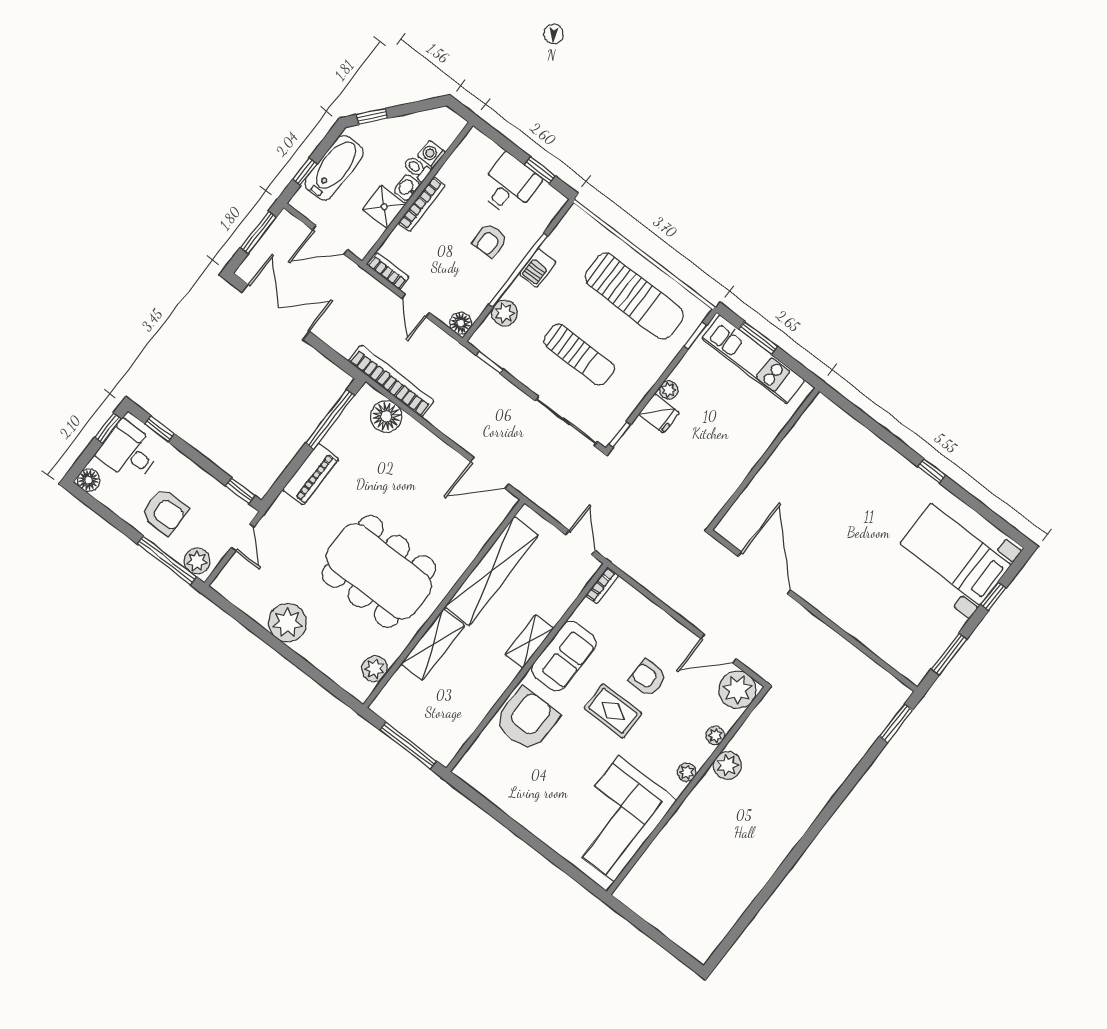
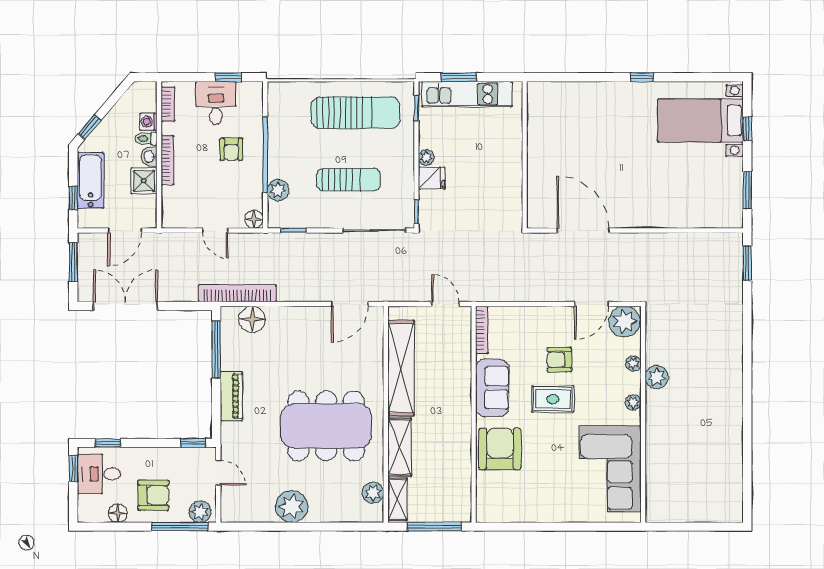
barbecue: (538, 268) -> (277, 143), removed
bookcase: (388, 271) -> (168, 104), moved, turned 90
floor lamp: (89, 480) -> (118, 513), moved
bookcase: (602, 585) -> (482, 330), width x1.56
shelving: (529, 641) -> (397, 499), moved

